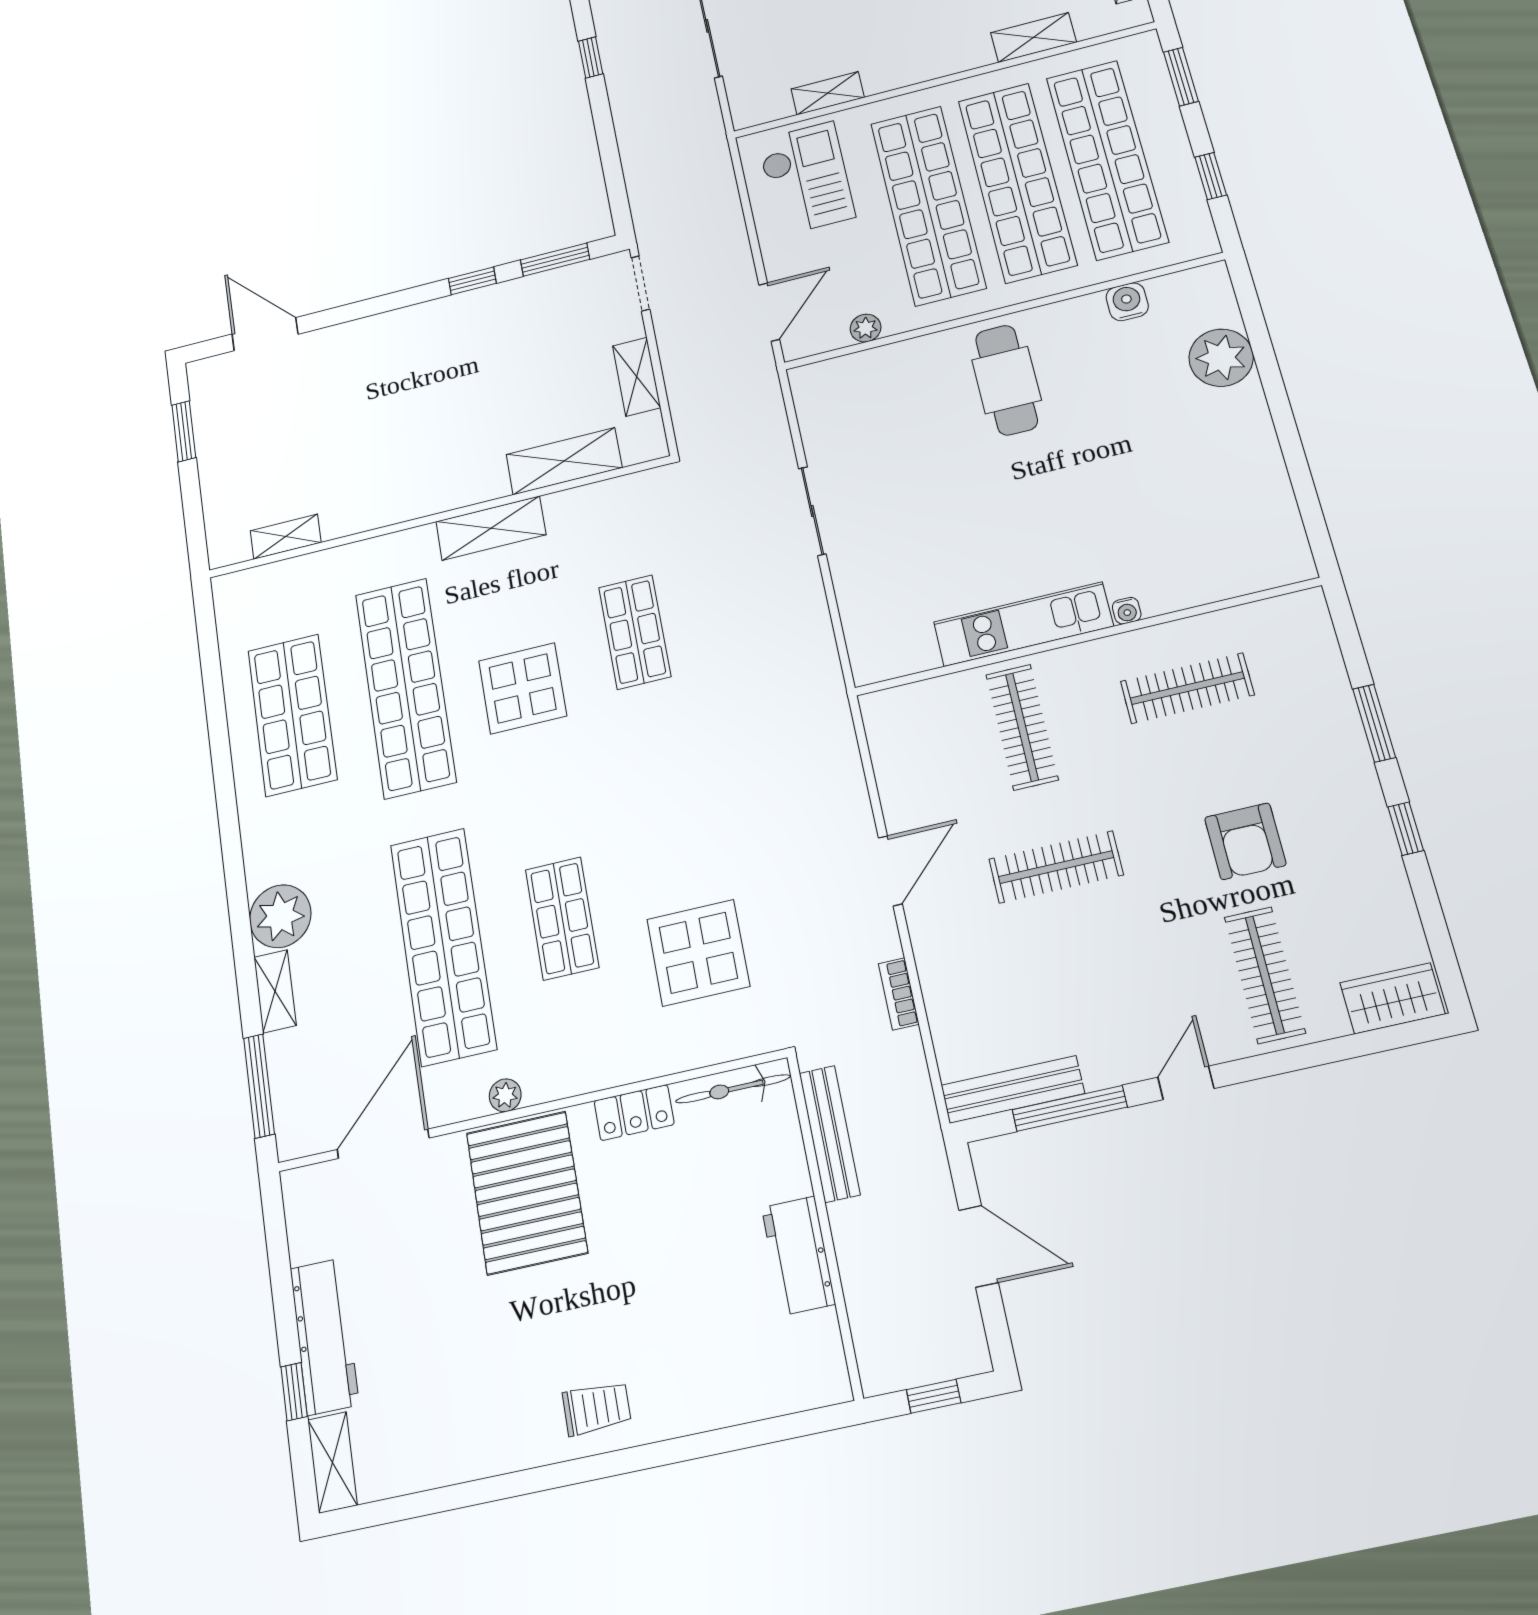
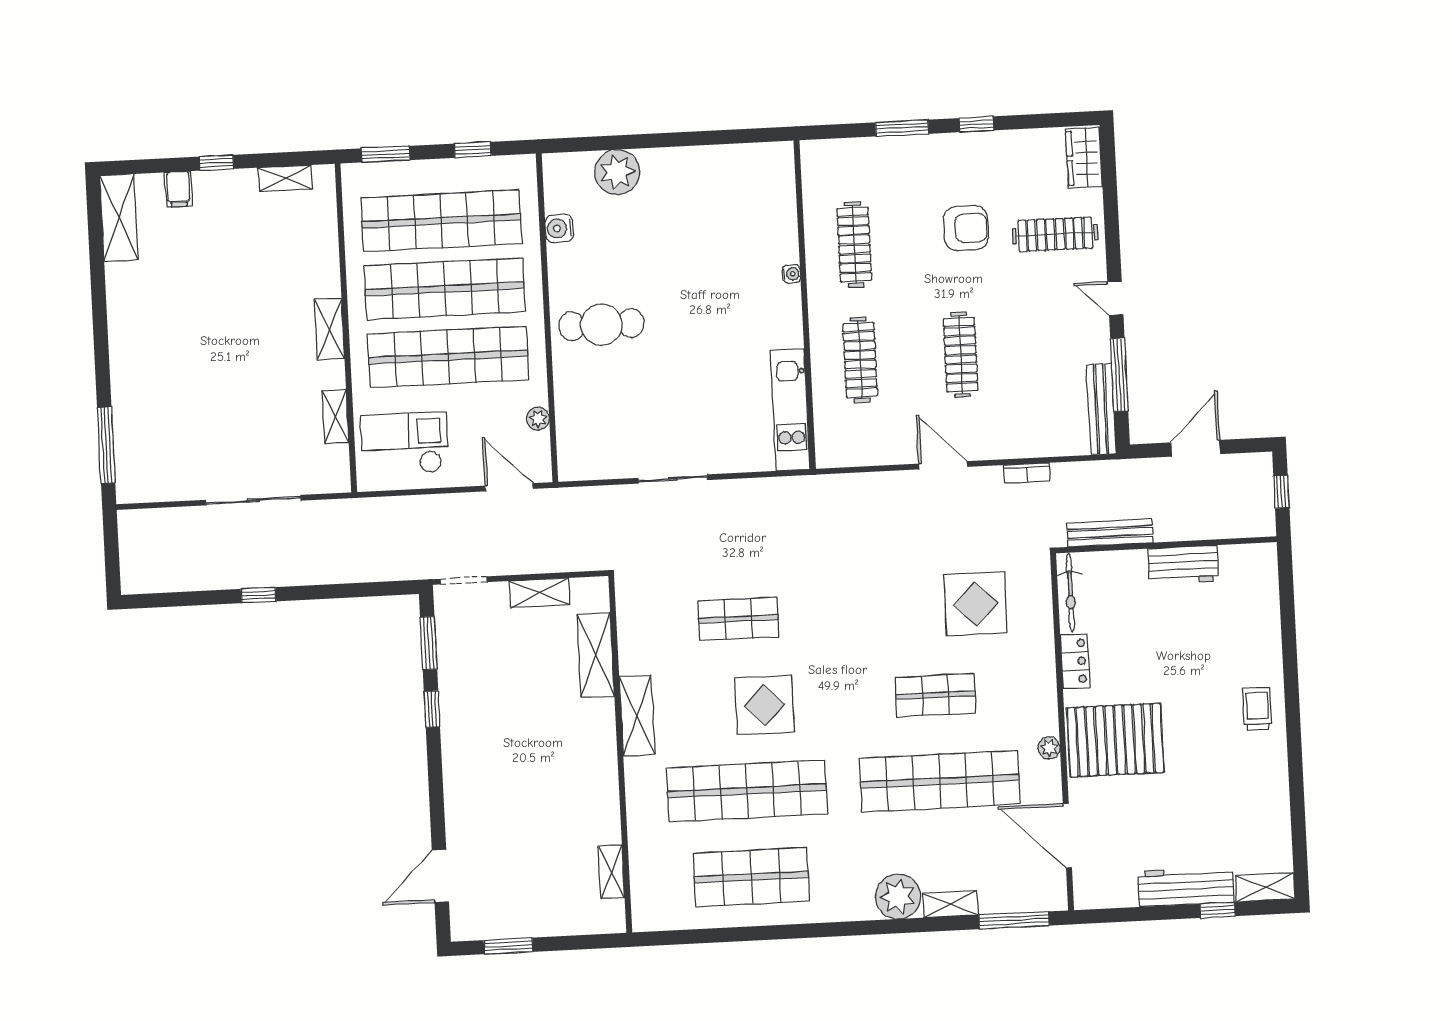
shelving: (1034, 38) -> (329, 329), moved
kitchen unit: (1023, 624) -> (790, 410), moved
clothes rail: (1022, 727) -> (860, 360), turned 90

